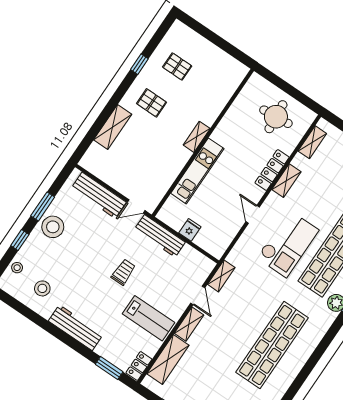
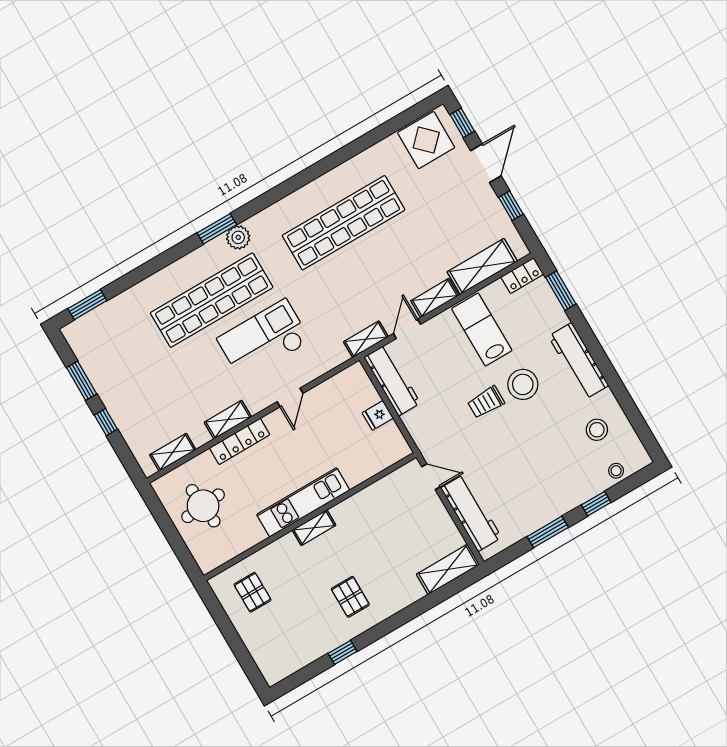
pallet: (177, 66) -> (253, 592), moved
shelving: (113, 127) -> (448, 569), moved
kitchen unit: (197, 171) -> (303, 502), moved
stool: (53, 227) -> (523, 384), moved
workbench: (160, 236) -> (392, 380), moved

